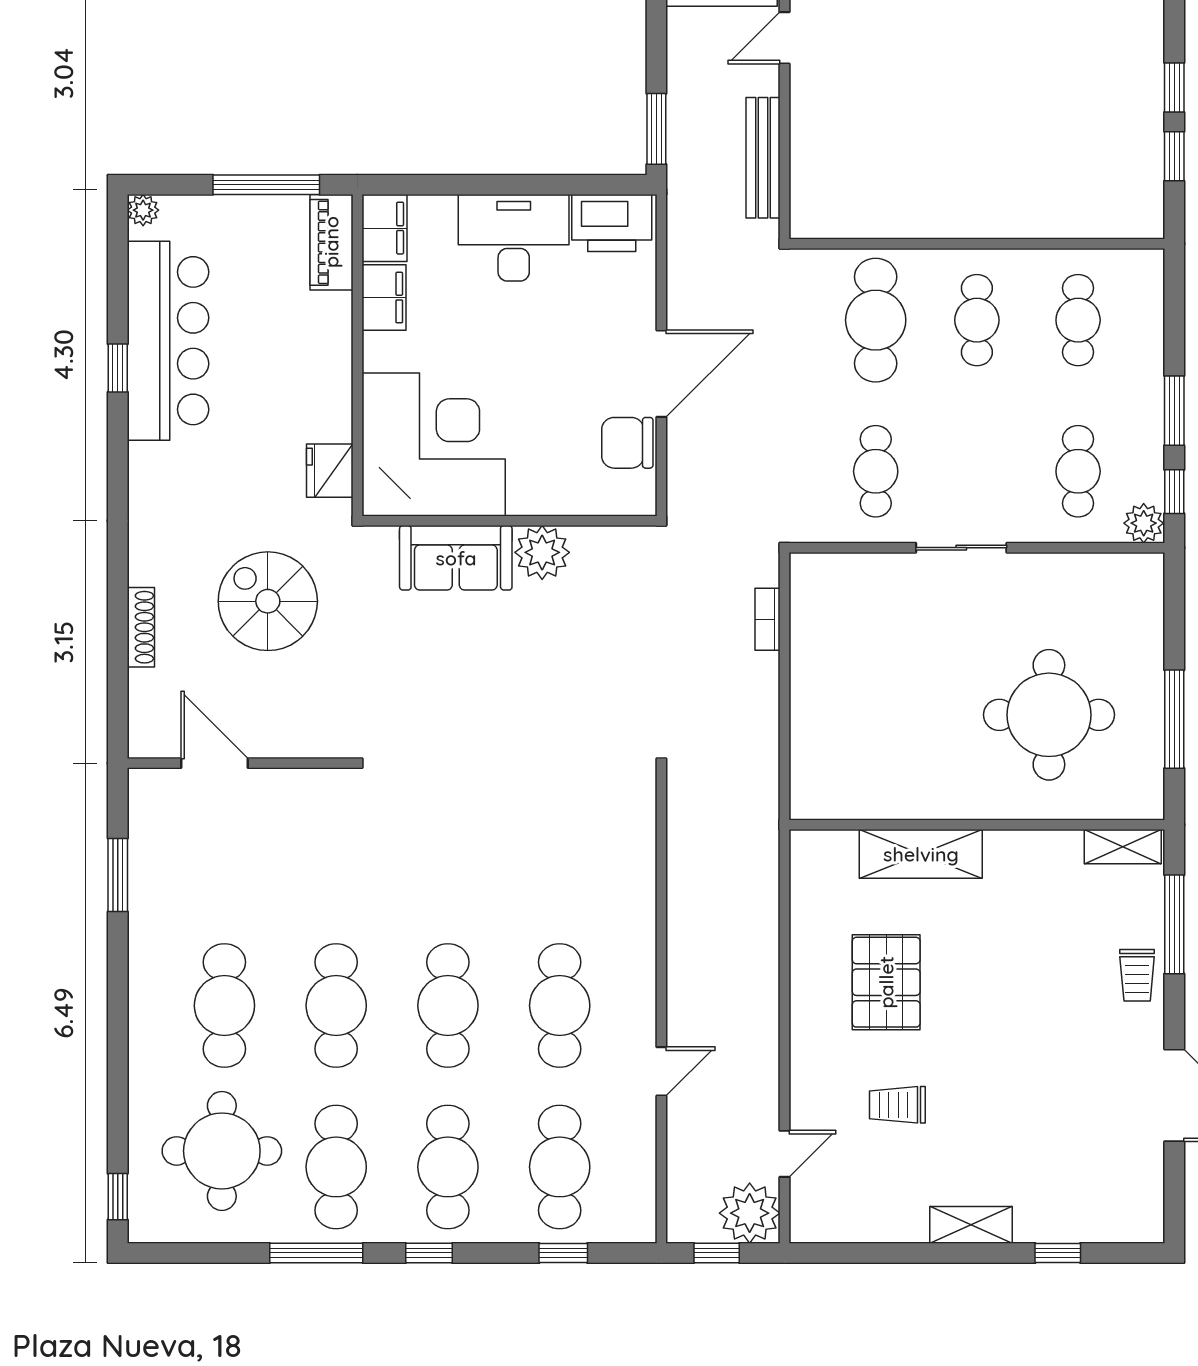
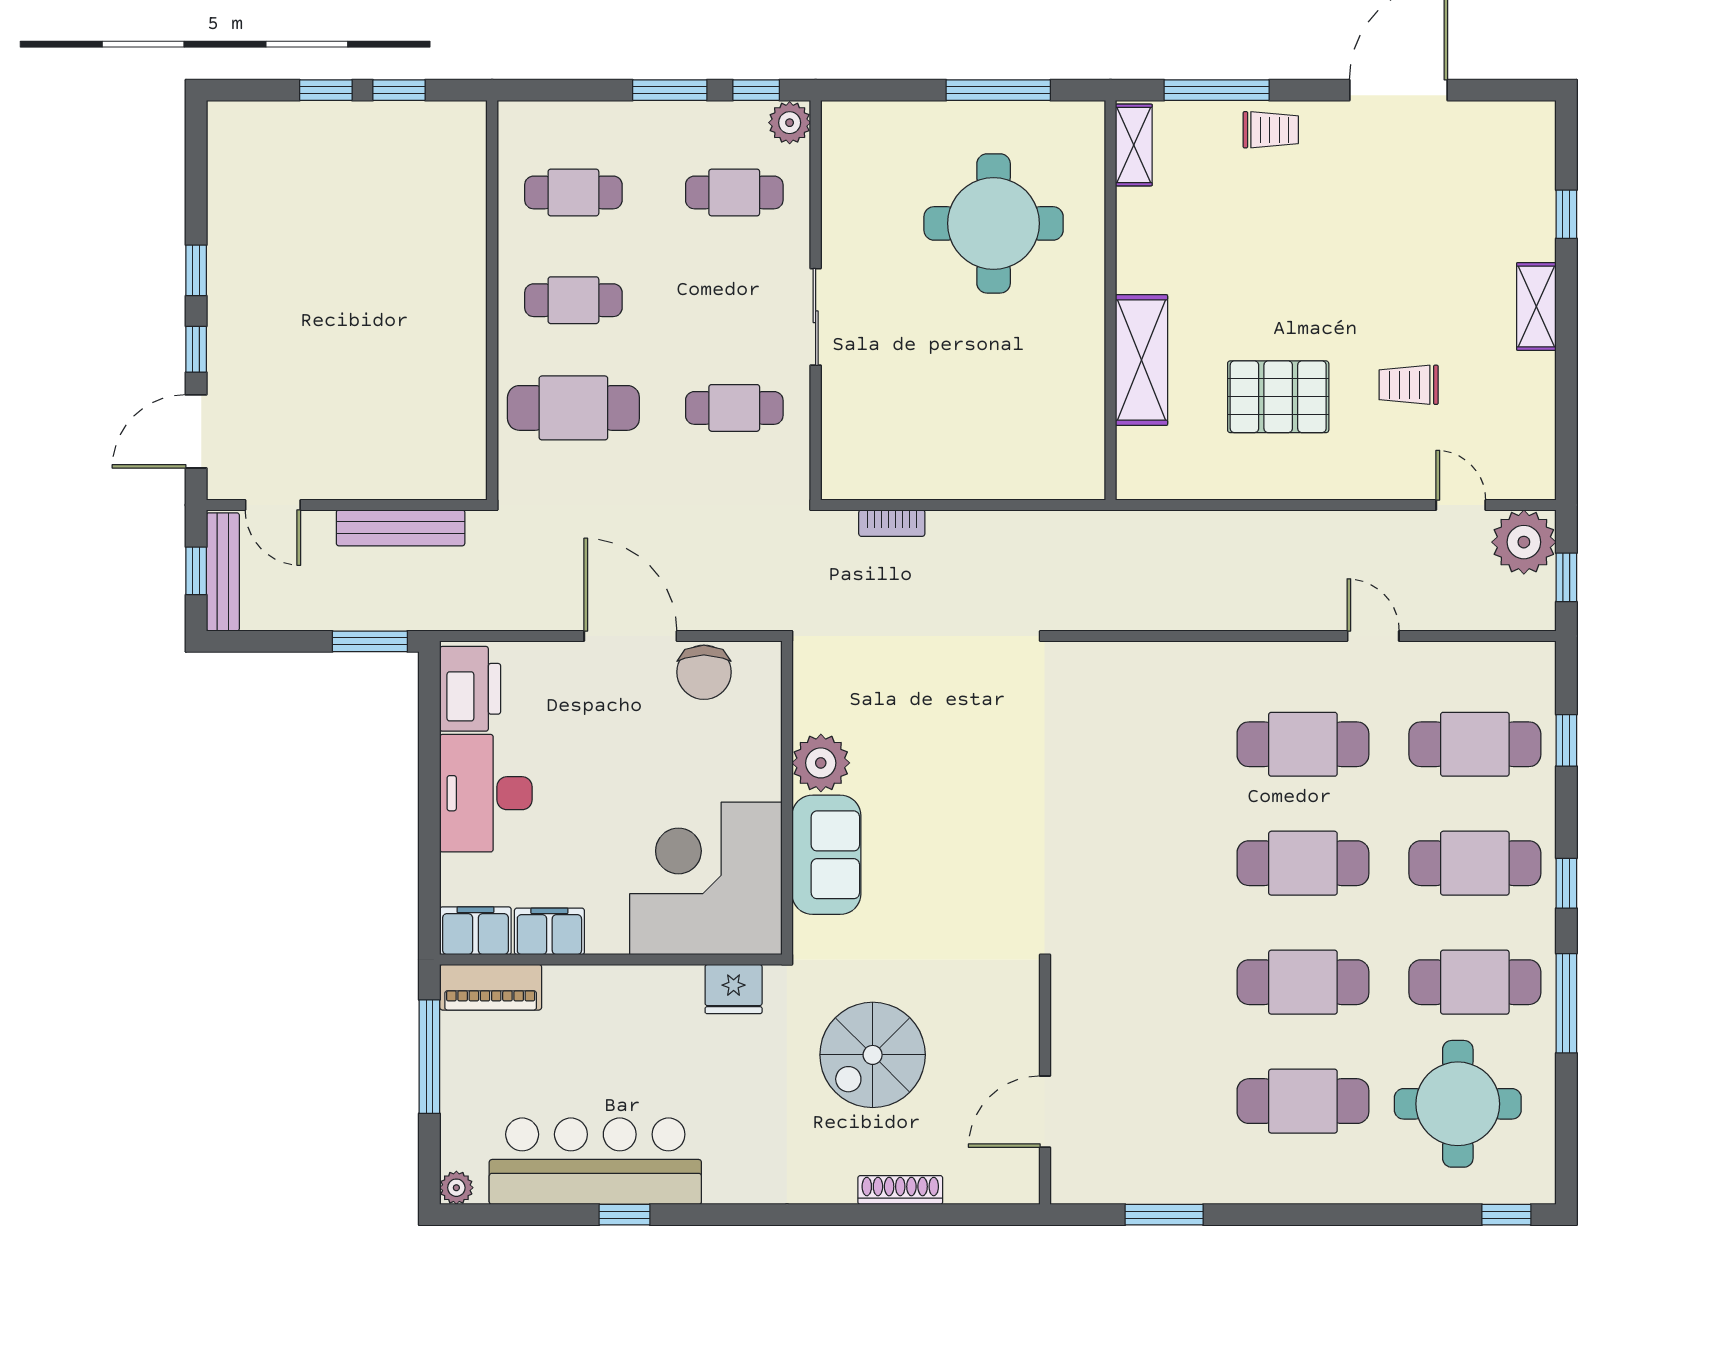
trolley: (897, 1105) -> (1409, 385), turned 90

